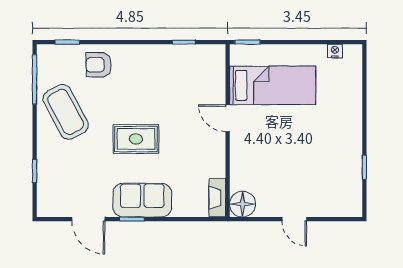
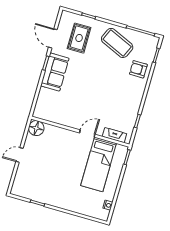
armchair: (99, 65) -> (138, 69), turned -90
coffee table: (66, 112) -> (117, 43), turned 52
rug: (136, 139) -> (79, 38), moved
fireplace: (217, 198) -> (114, 135), moved
door: (88, 219) -> (53, 38), hinge flipped

